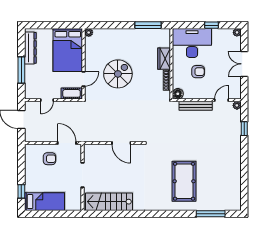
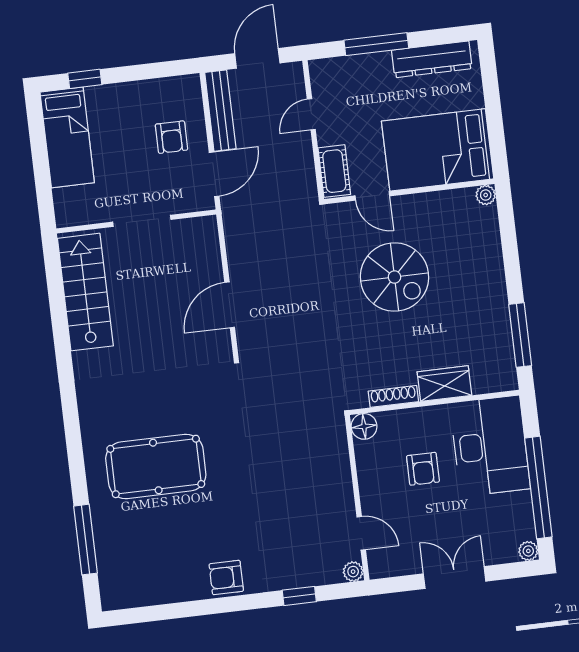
window: (211, 25) -> (538, 488), width x3.17
door: (47, 100) -> (311, 114), hinge flipped
bench: (196, 106) -> (220, 111), moved
armchair: (233, 158) -> (226, 577), added

